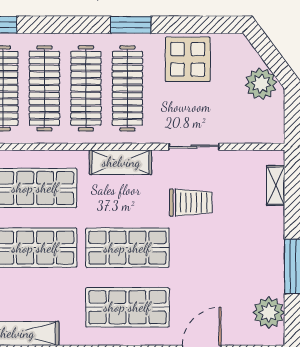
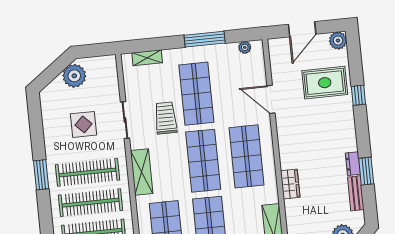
display table: (188, 59) -> (83, 124), moved, width x0.73, depth x0.73
shop shelf: (220, 248) -> (196, 94), added
plant: (269, 313) -> (245, 47), width x0.53, depth x0.53

